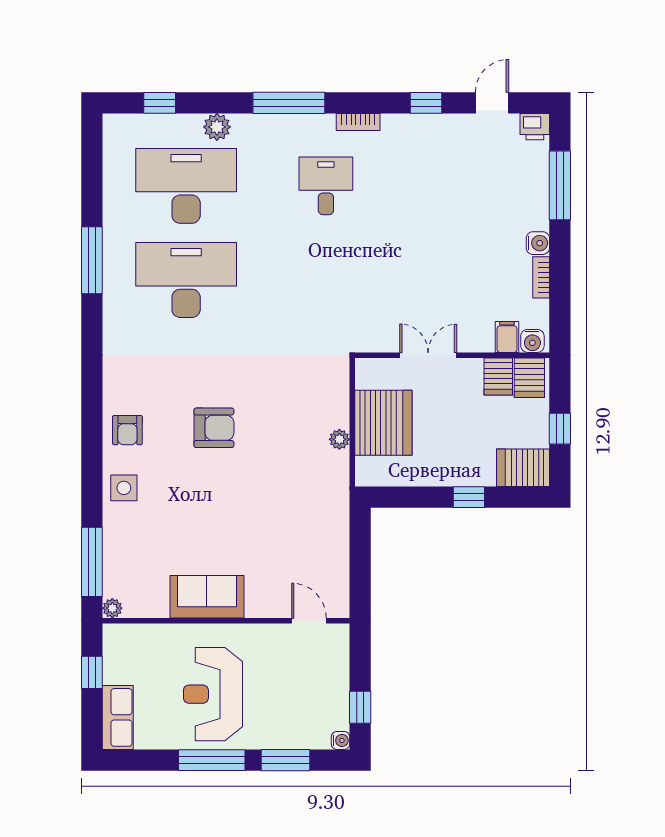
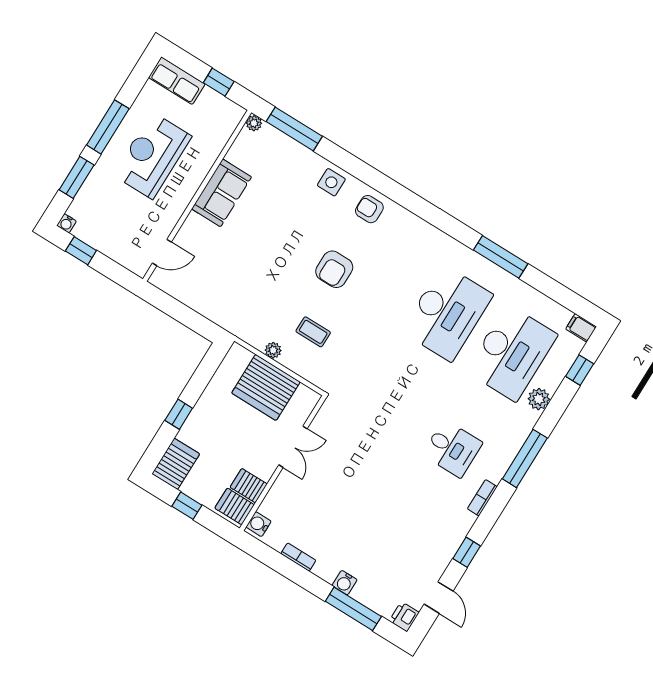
water cooler: (538, 243) -> (345, 583), moved
filing cabinet: (507, 337) -> (581, 328), moved, turned 180
coffee table: (294, 409) -> (313, 332), added
reception desk: (213, 694) -> (152, 156), turned -90

